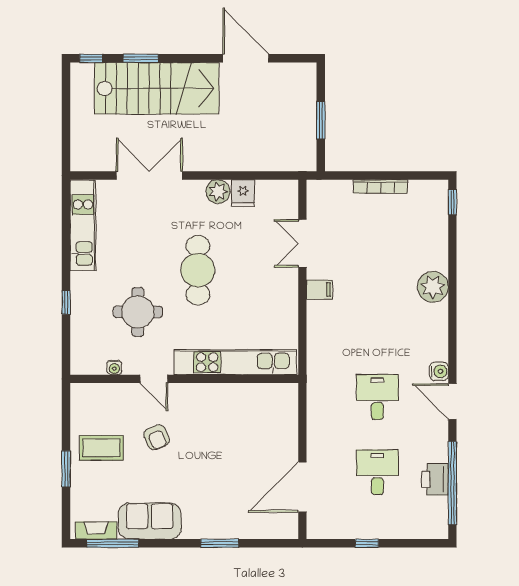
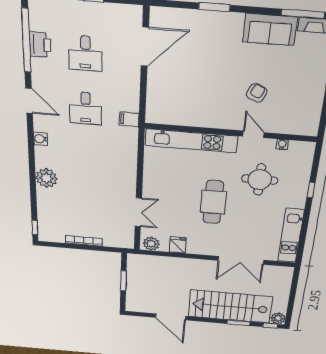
plant: (82, 74) -> (278, 318), added
plant: (218, 192) -> (151, 244), moved
filing cabinet: (319, 290) -> (129, 119), moved
water cooler: (439, 371) -> (41, 139), moved
armchair: (156, 437) -> (257, 93), turned 47
coffee table: (101, 448) -> (301, 89), removed

